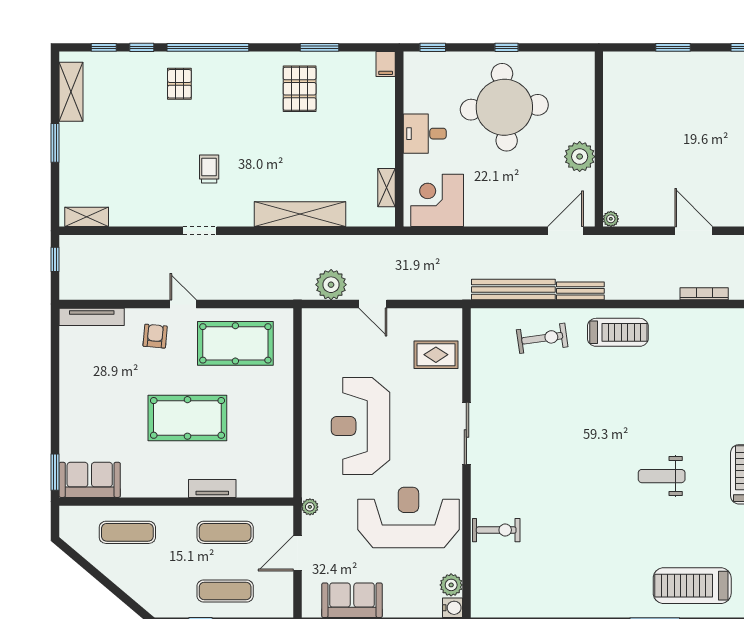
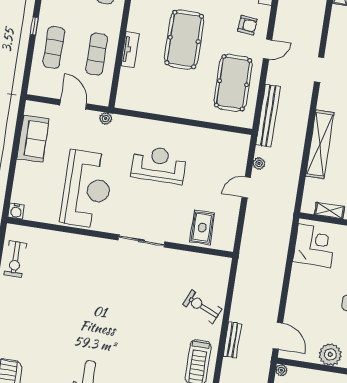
plant: (331, 285) -> (259, 163), width x0.53, depth x0.53
bench: (513, 290) -> (268, 116), moved
exercise bike: (542, 338) -> (202, 307), turned 122
reception desk: (360, 426) -> (159, 164), width x0.74, depth x0.77
exercise bike: (496, 530) -> (15, 259), moved
plant: (451, 585) -> (33, 213), removed

